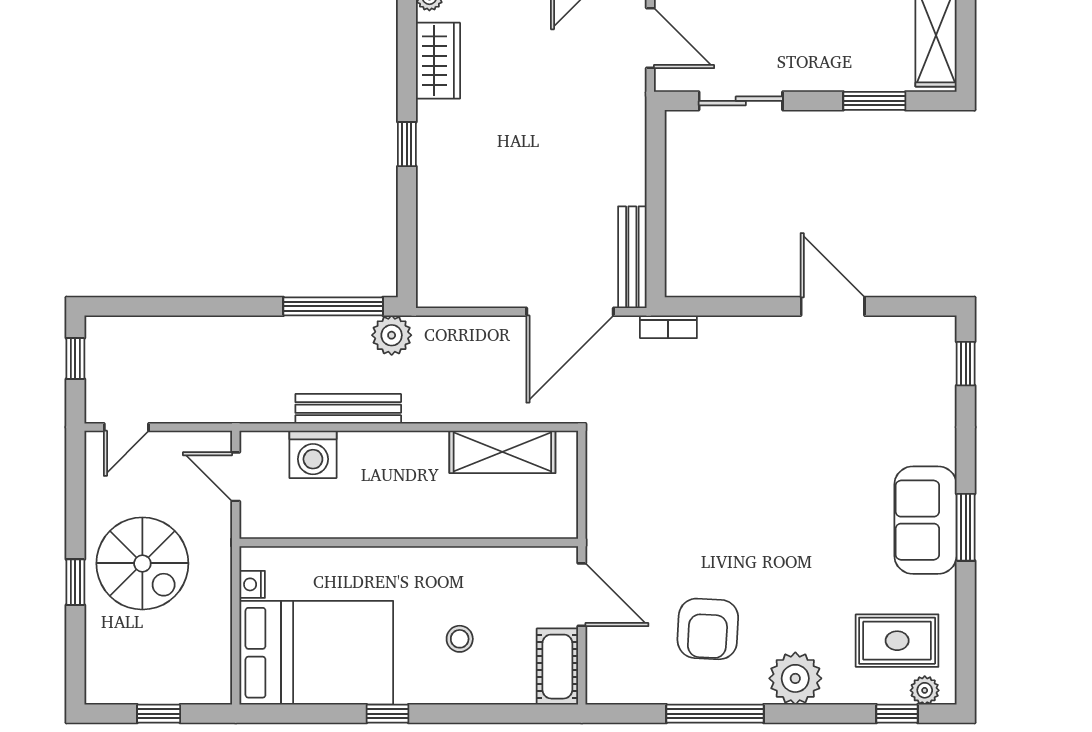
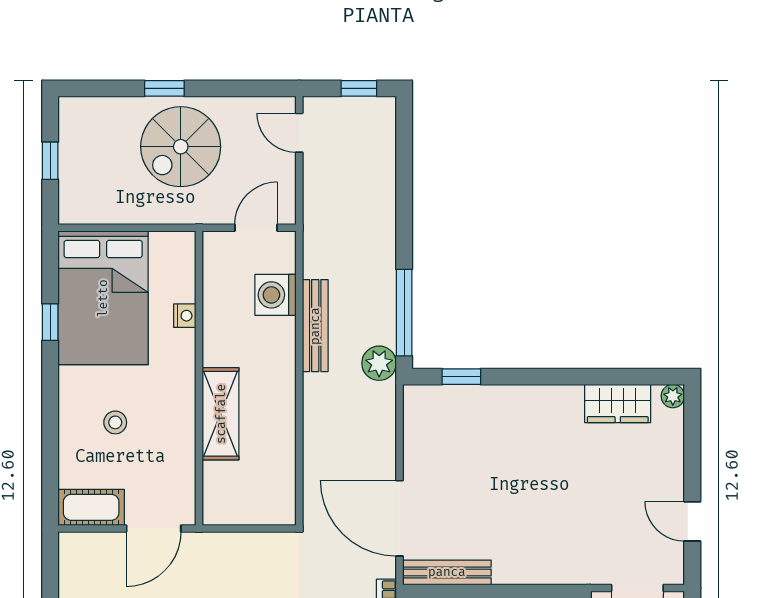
window: (407, 144) -> (461, 377), moved
shelving: (502, 452) -> (221, 414), moved
nightstand: (252, 584) -> (185, 316), moved, turned 90
window: (387, 714) -> (50, 322), moved

